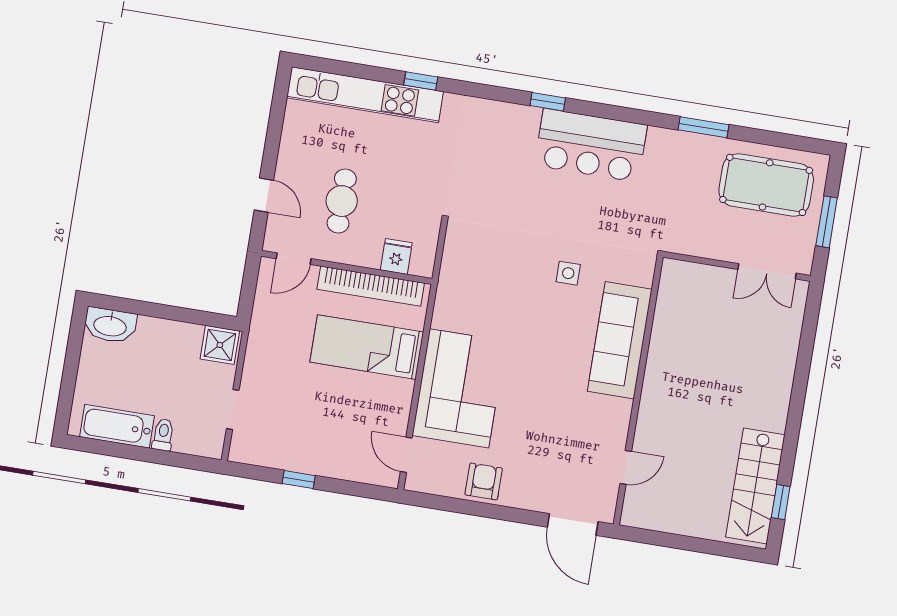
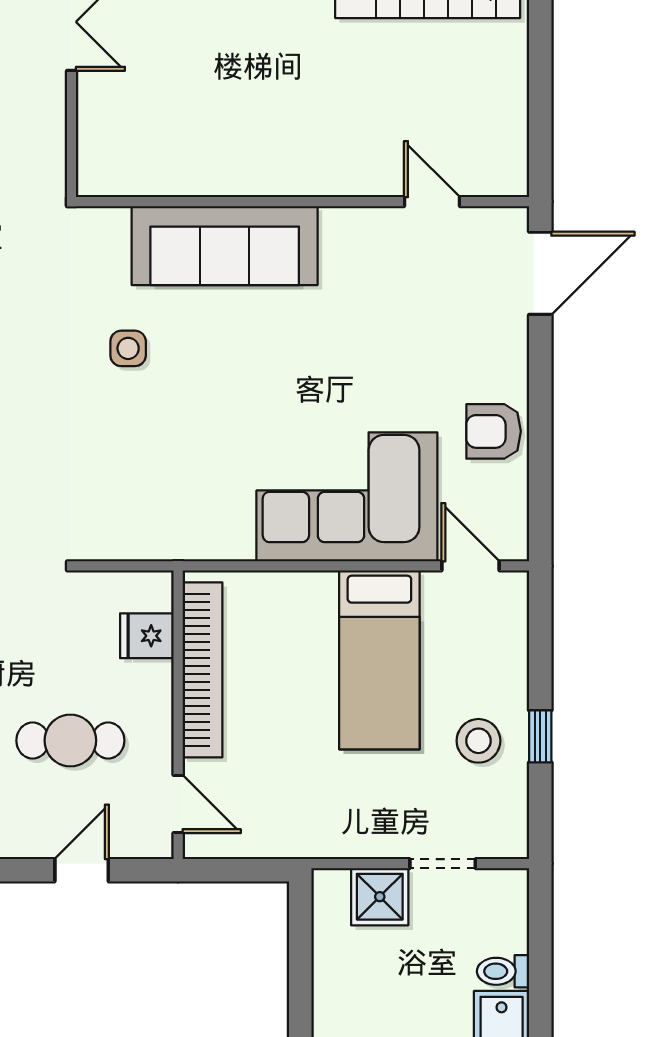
shower: (220, 345) -> (380, 897), moved
bed: (367, 347) -> (379, 660), moved
stool: (302, 443) -> (478, 741), added
door: (406, 455) -> (471, 566), swing flipped

